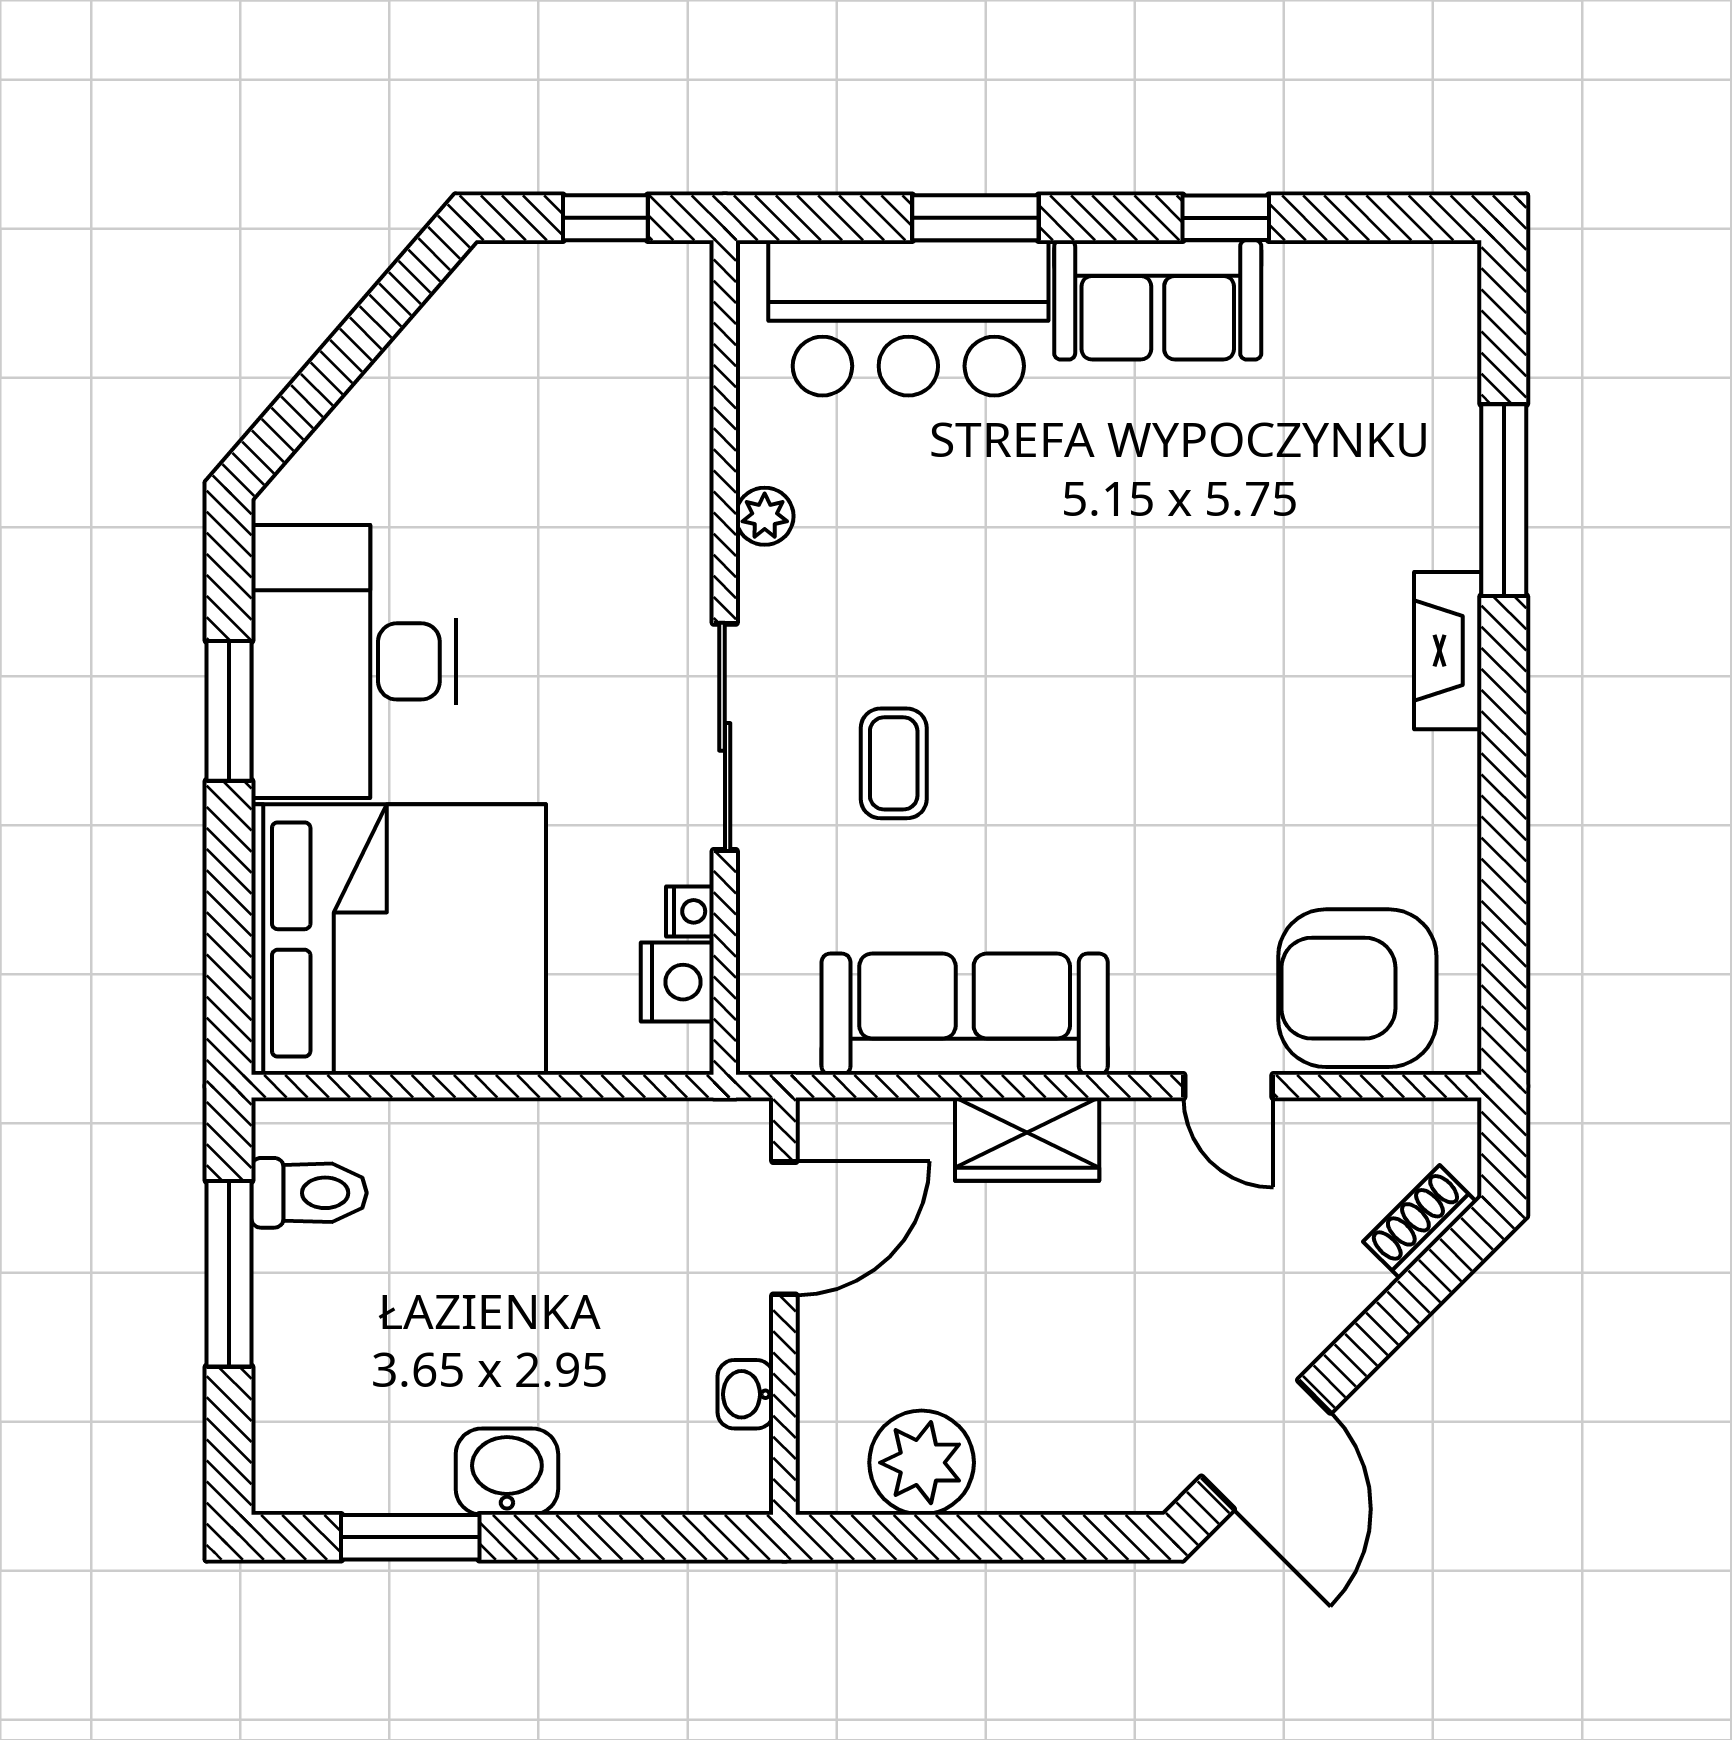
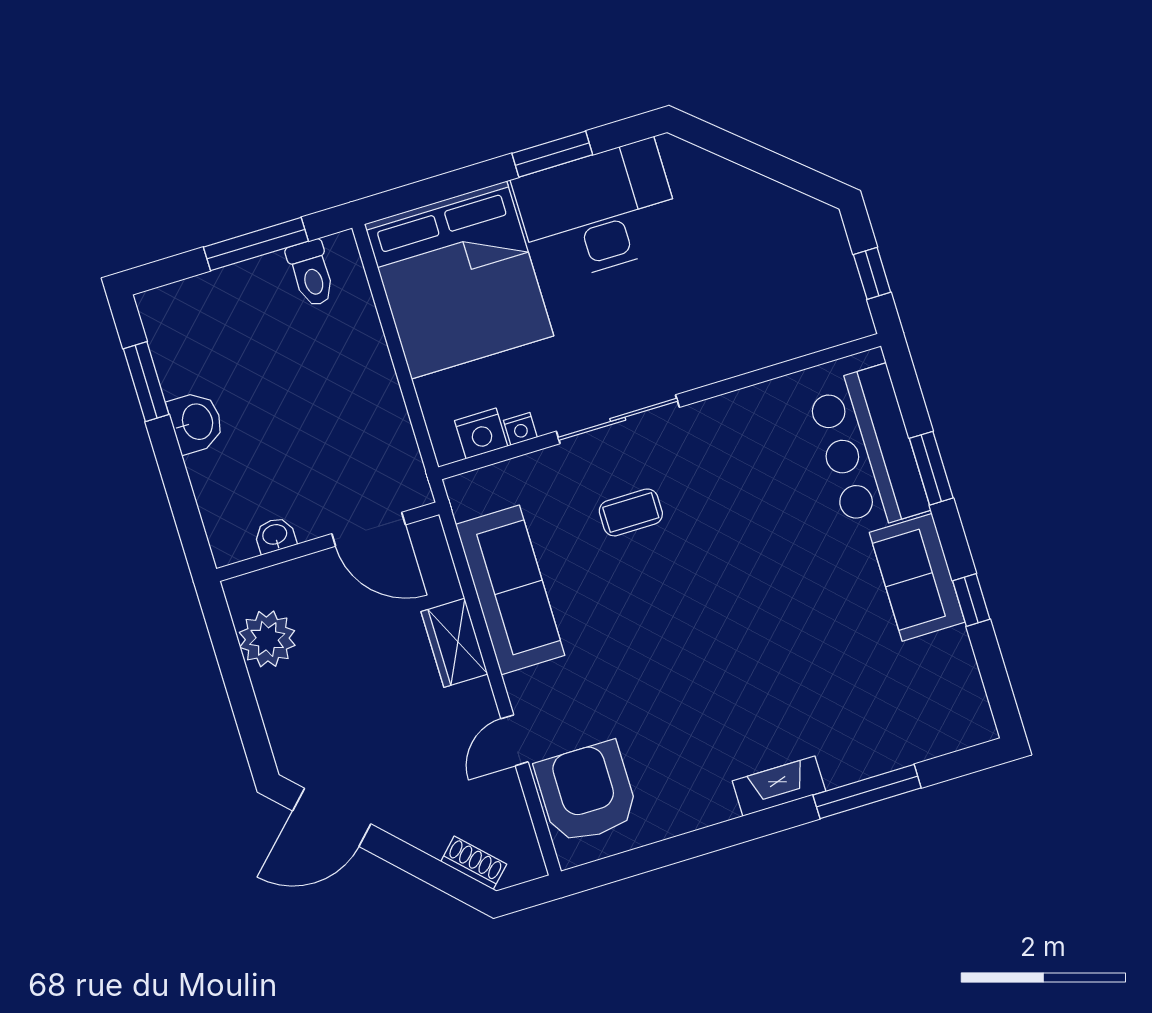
plant: (765, 516) -> (740, 405), removed

